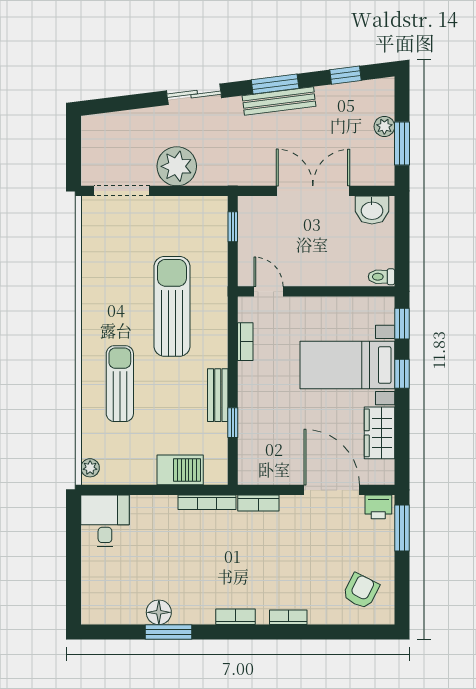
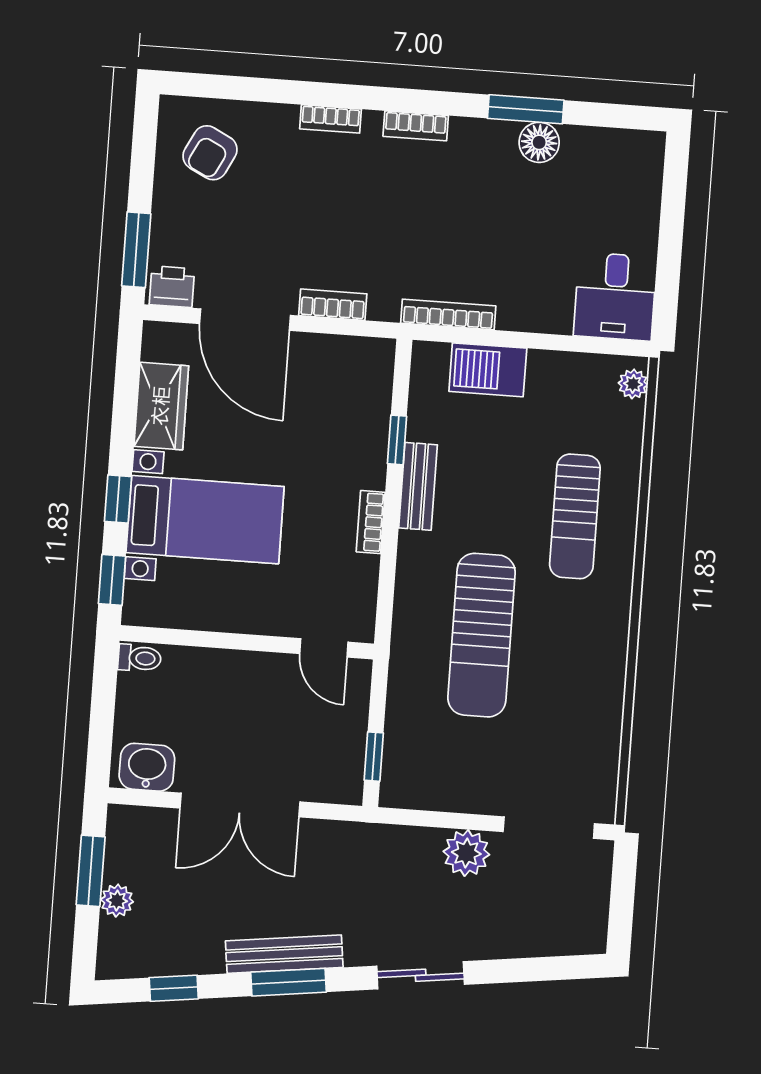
plant: (177, 166) -> (466, 853), width x0.73, depth x0.73
bookcase: (245, 342) -> (371, 522), moved
bookcase: (258, 503) -> (333, 305), moved

